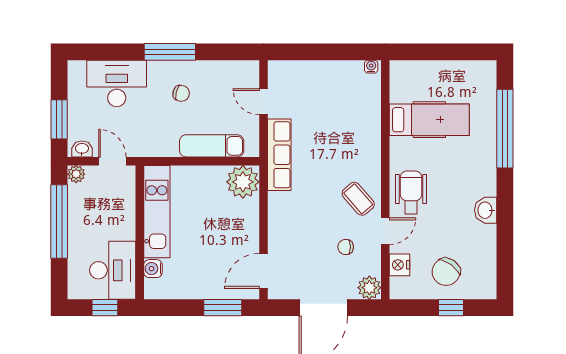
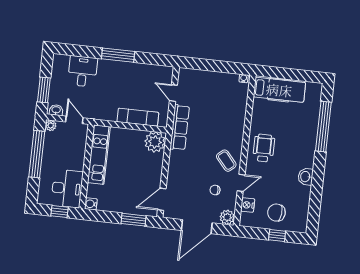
desk: (117, 83) -> (82, 71), width x0.73
chair: (181, 93) -> (122, 82), removed
hospital bed: (429, 120) -> (279, 90), moved
wheelchair: (411, 192) -> (264, 148), moved
water cooler: (153, 269) -> (91, 204), moved
chair: (446, 272) -> (276, 213), turned 59

